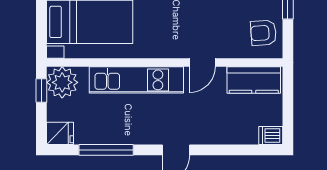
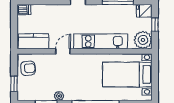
window: (41, 91) -> (155, 25), moved

